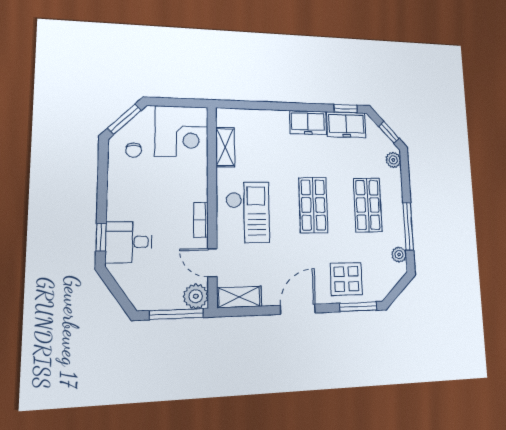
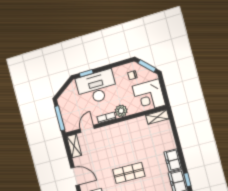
shelving: (225, 147) -> (157, 117), moved
checkout: (248, 212) -> (116, 140), removed
desk: (129, 242) -> (97, 87), width x1.87, depth x1.30
plant: (196, 296) -> (121, 111), moved

